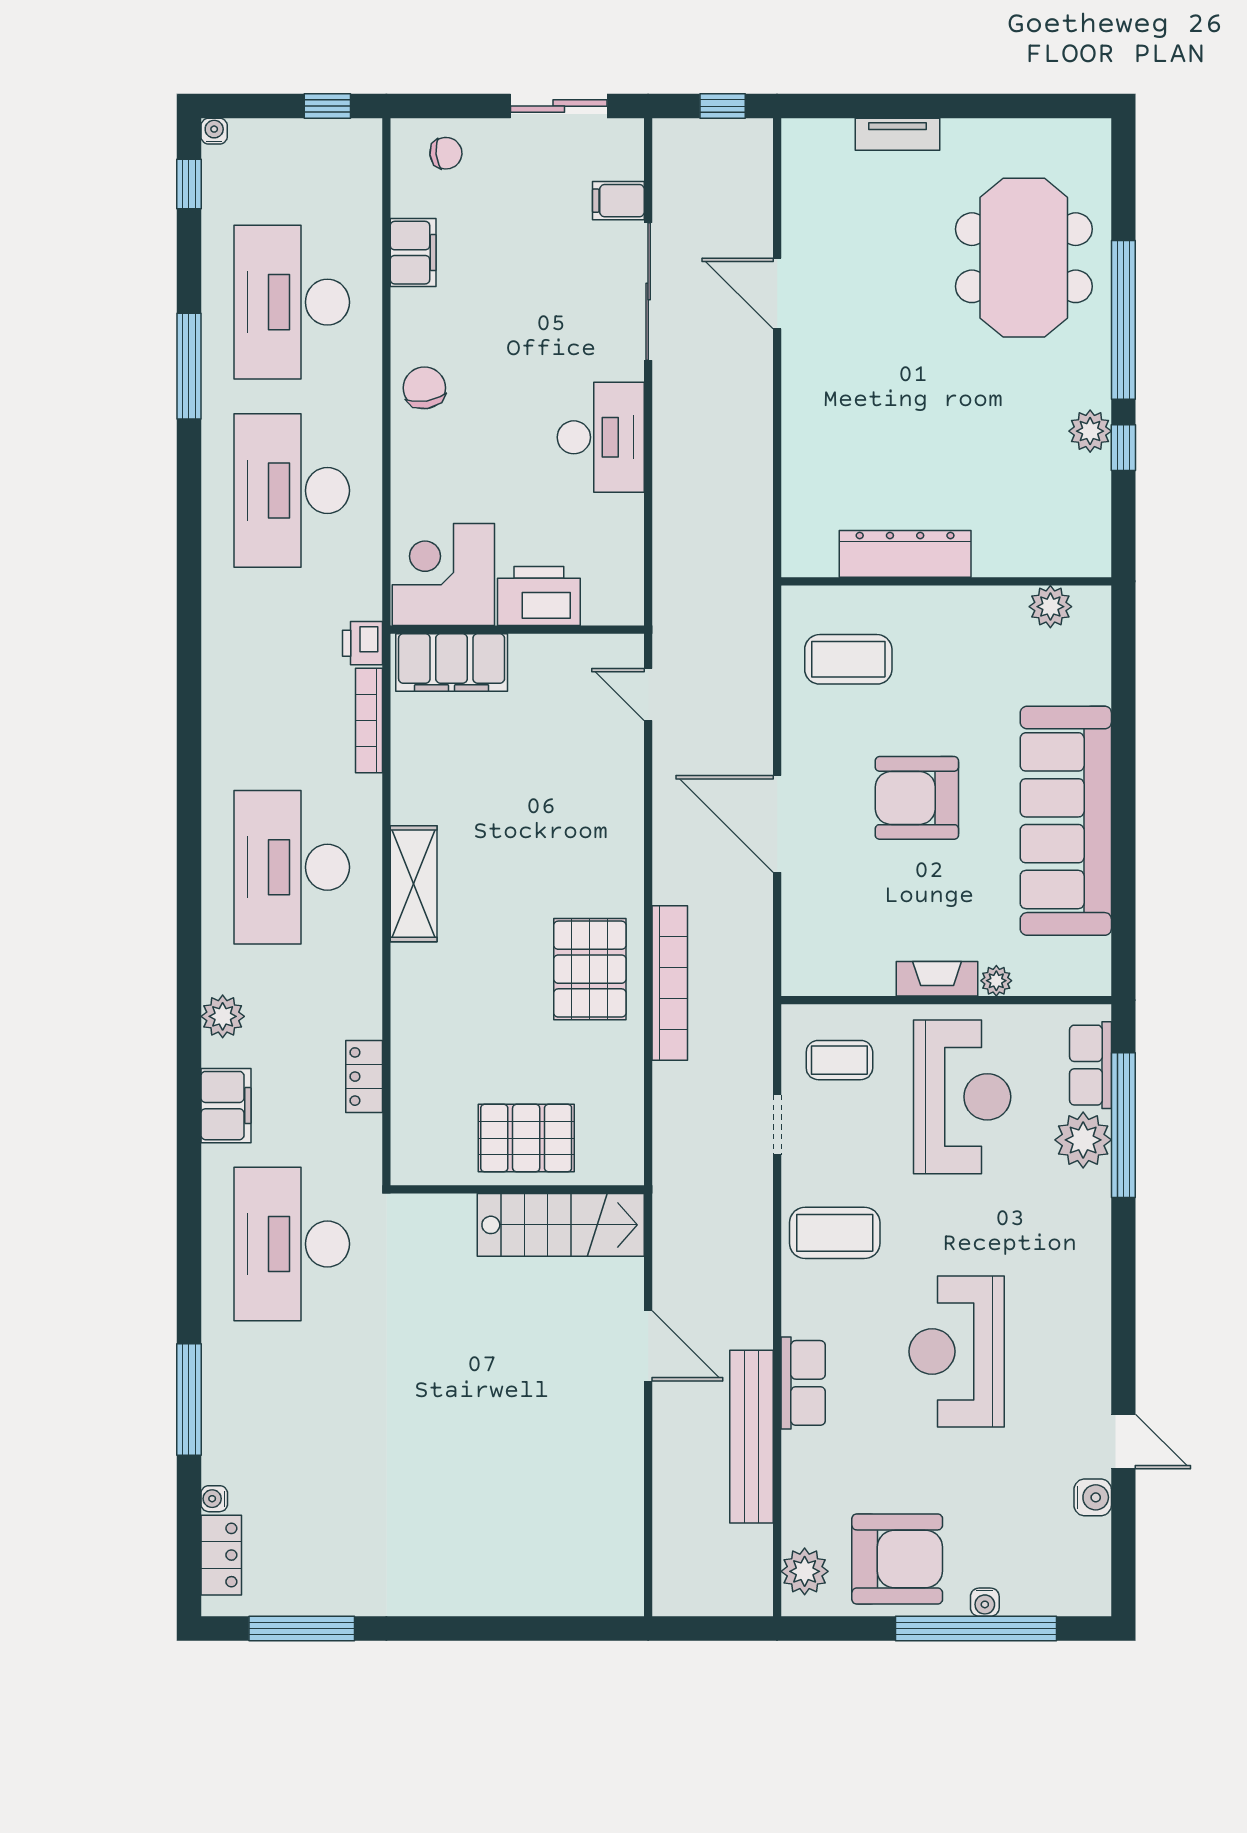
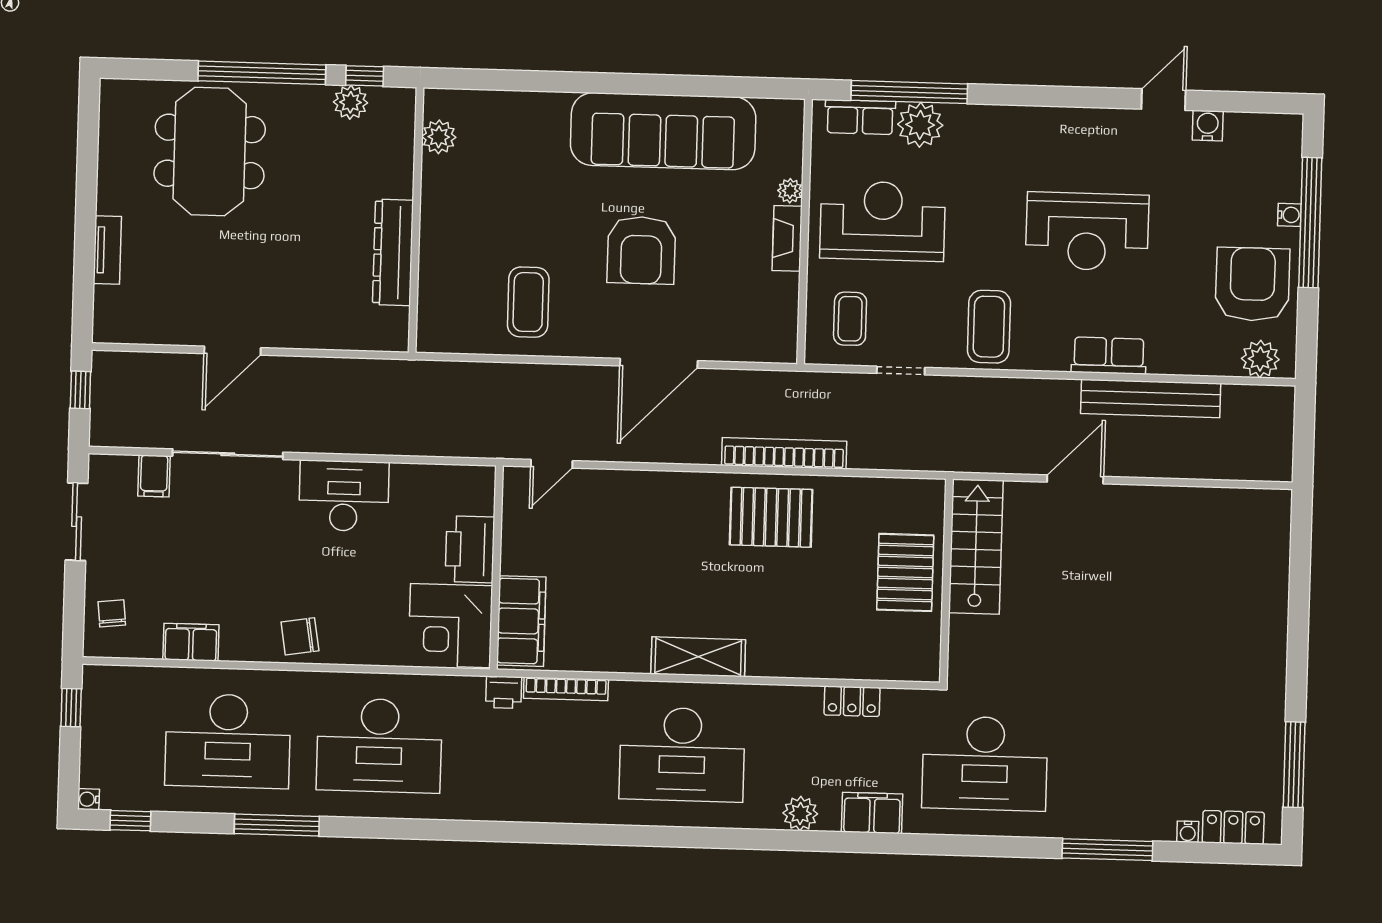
meeting table: (1024, 258) -> (210, 151), turned 90
dresser: (905, 554) -> (393, 252), moved
wall: (946, 581) -> (416, 220), moved
plant: (1050, 607) -> (439, 137), moved

